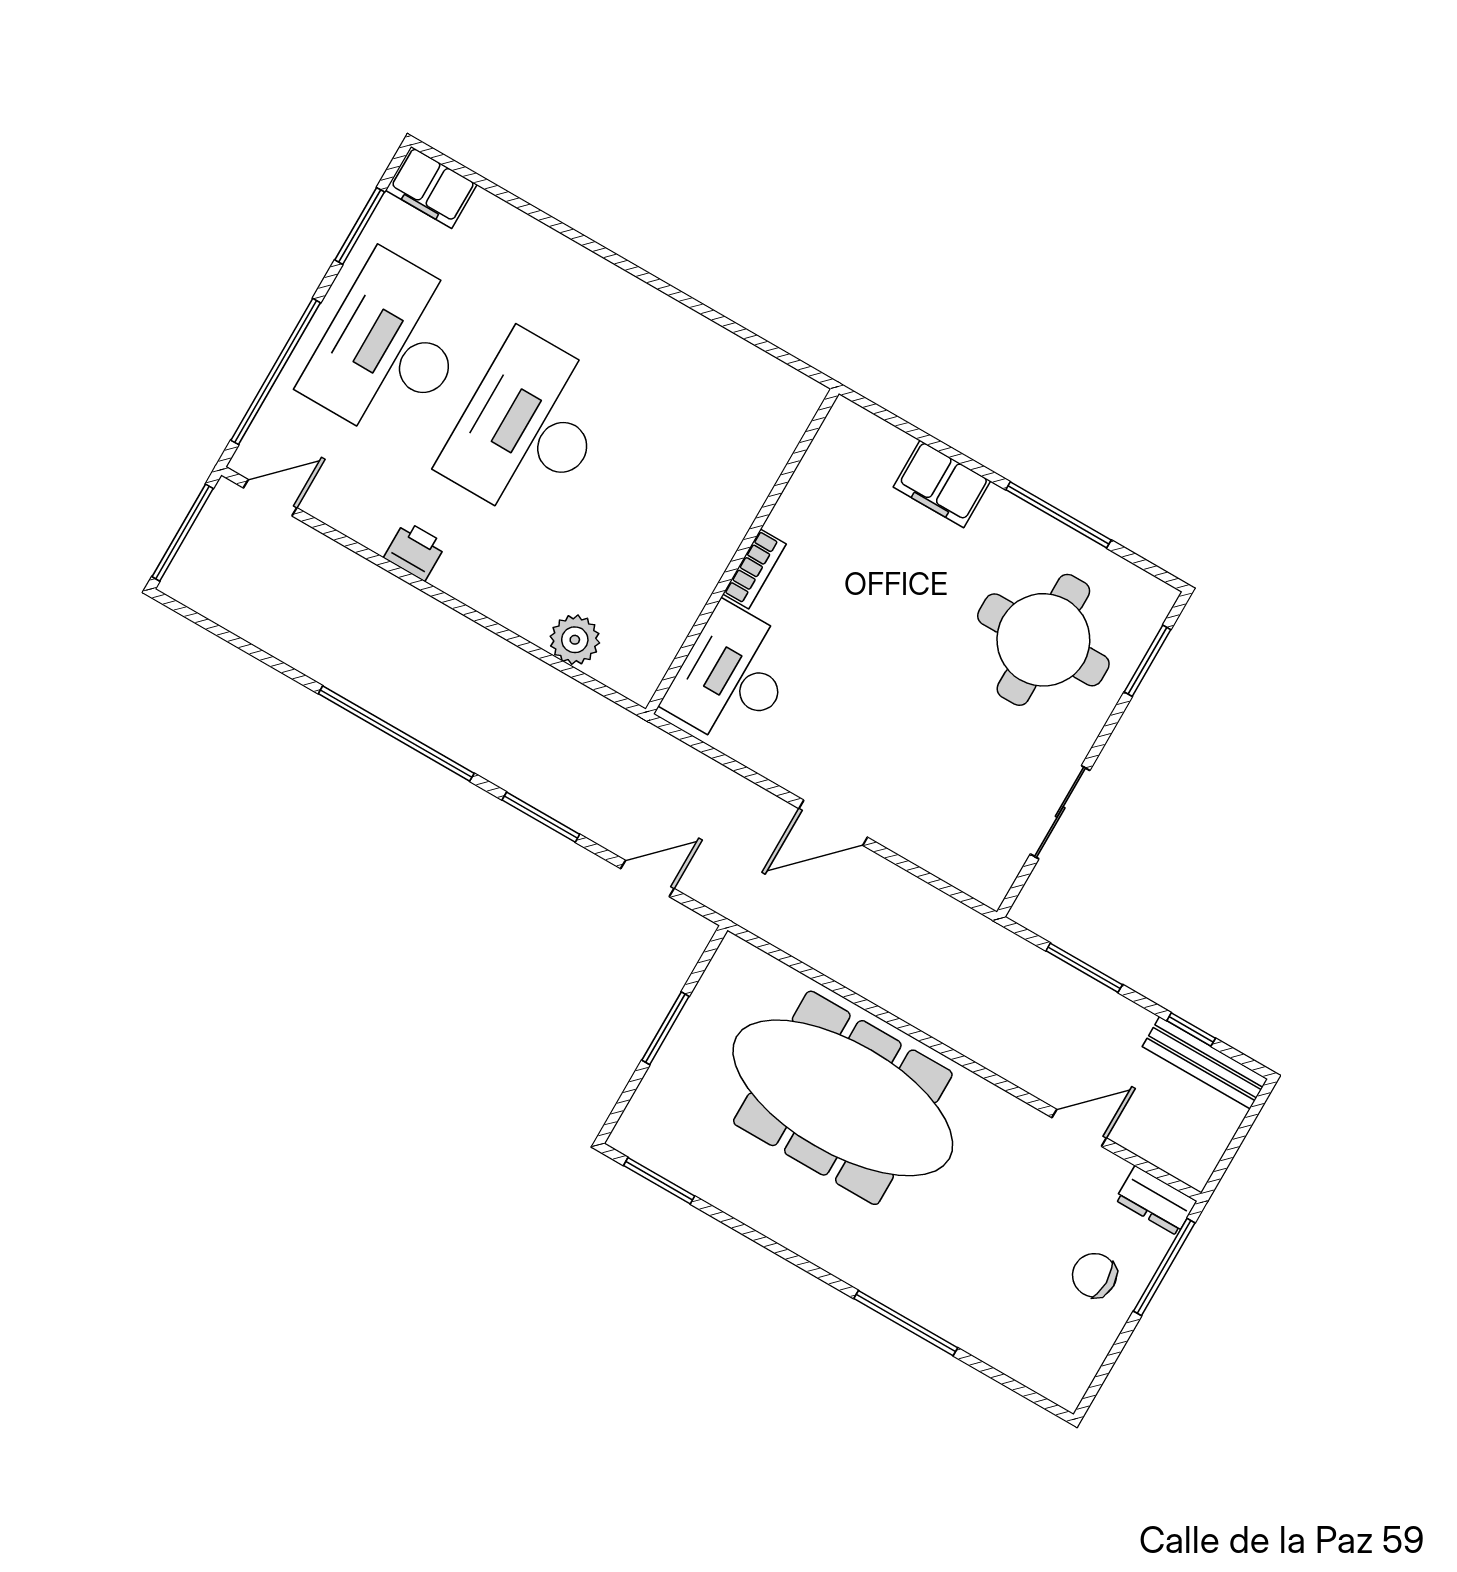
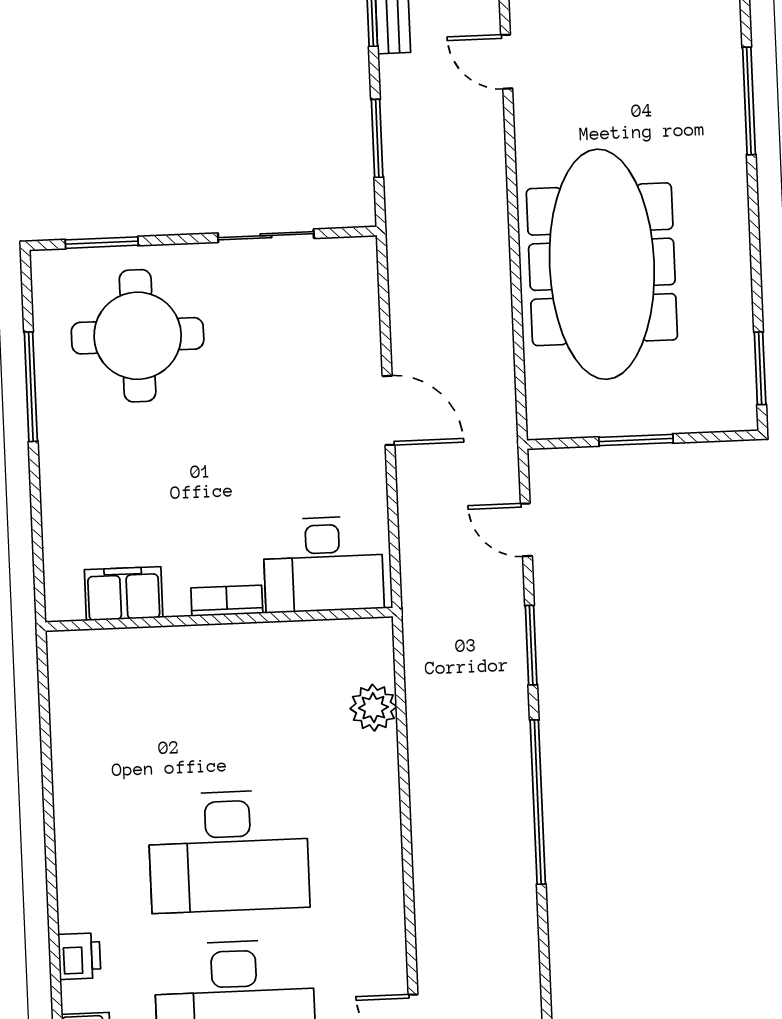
filing cabinet: (942, 484) -> (124, 594), moved, turned -90
printer: (415, 551) -> (79, 956), moved, turned 180

